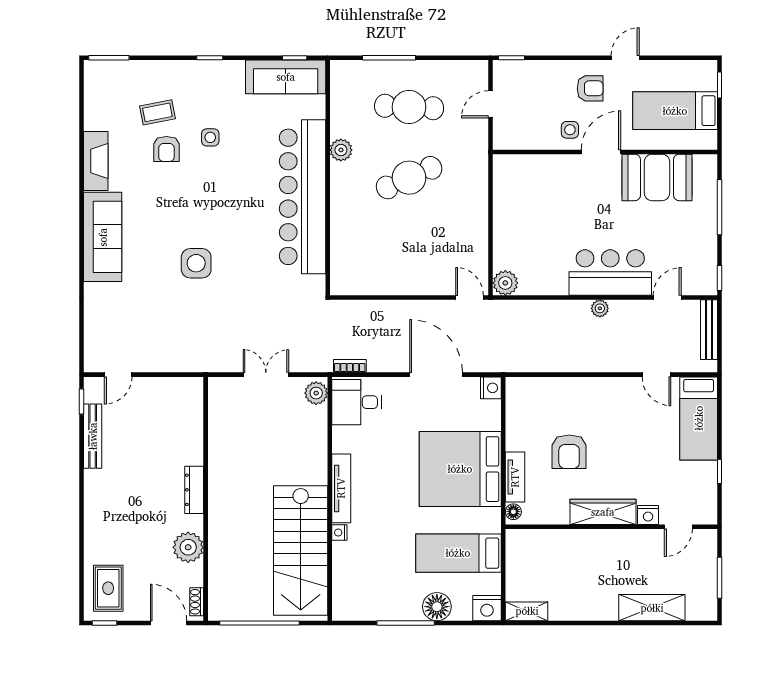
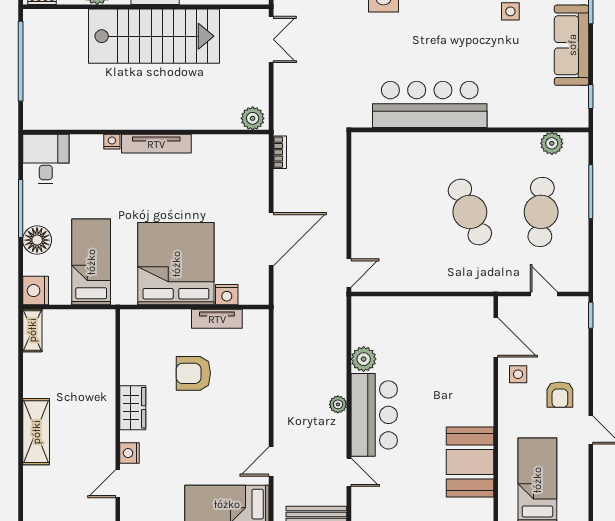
sofa: (286, 77) -> (572, 45), moved
plant: (341, 150) -> (552, 143), moved
door: (601, 152) -> (496, 337), moved
bar counter: (302, 197) -> (430, 104), width x0.73
plant: (505, 283) -> (364, 359), moved
double door: (266, 375) -> (271, 39), moved
nightstand: (491, 388) -> (227, 295), moved
desk: (357, 402) -> (46, 159), moved
tv unit: (515, 477) -> (217, 319), moved
floor lamp: (513, 512) -> (133, 317), removed
wardrobe: (603, 512) -> (133, 408), width x0.67
door: (678, 527) -> (118, 484), hinge flipped
stairs: (301, 550) -> (154, 36), moved, turned 180
shelving: (652, 608) -> (36, 432), moved

